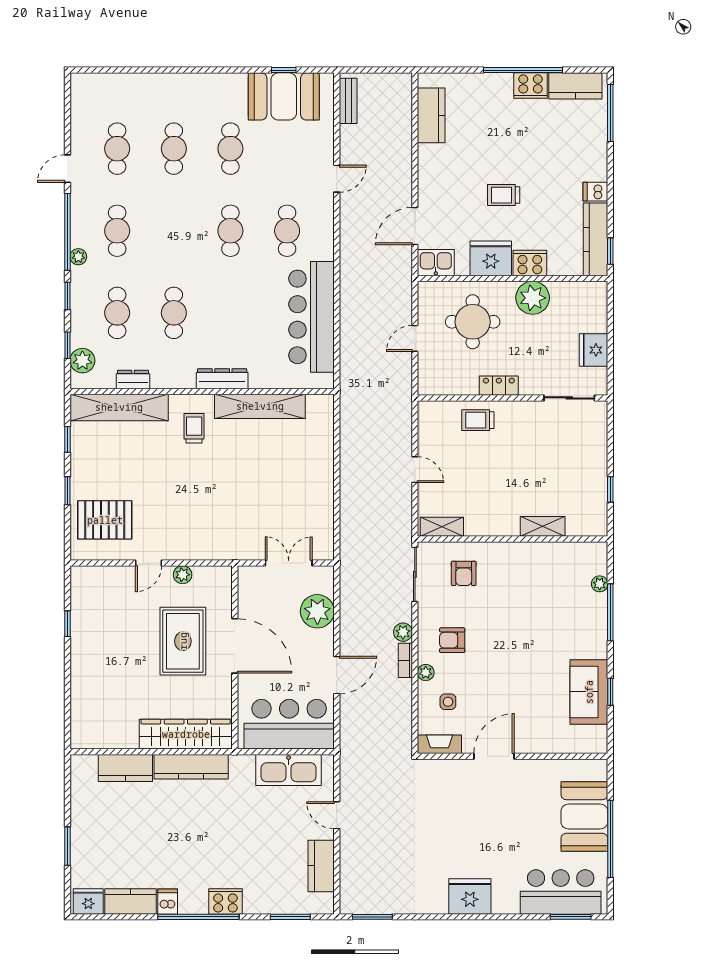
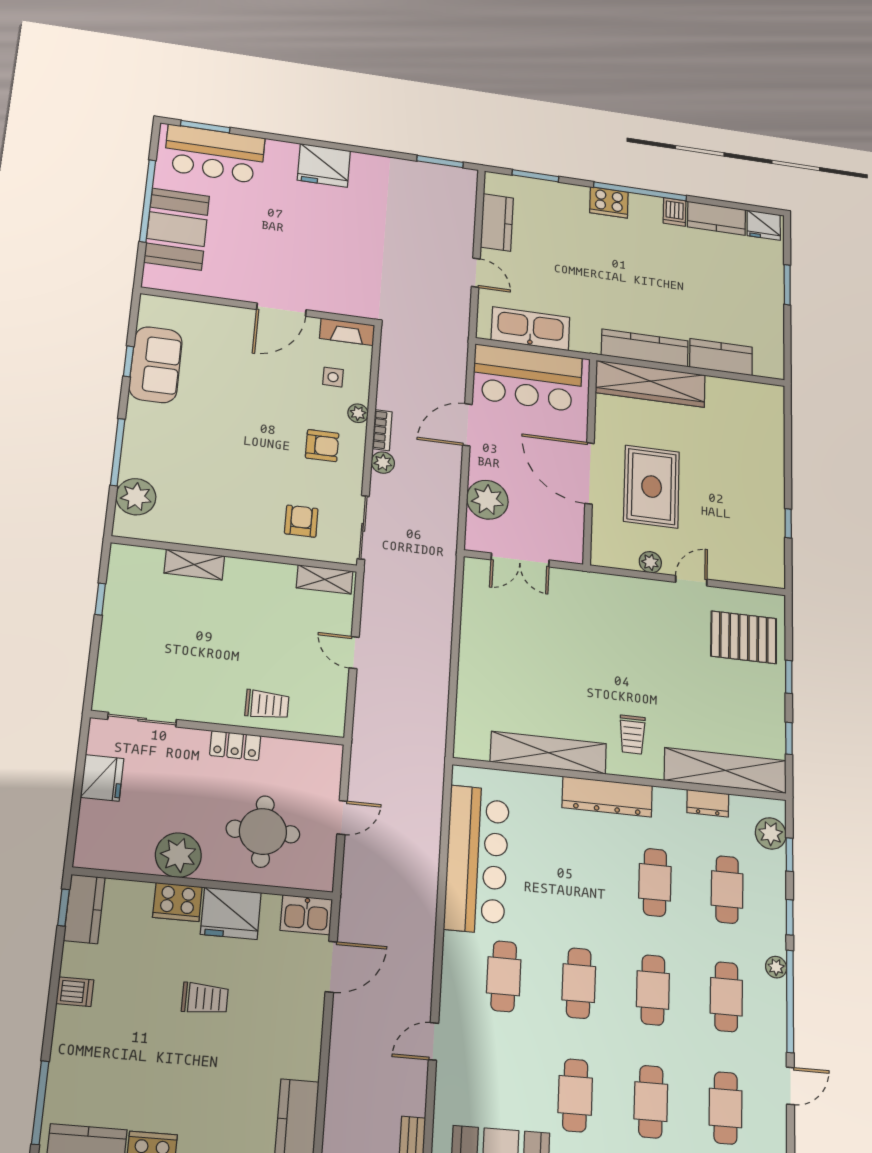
cafe table: (174, 231) -> (653, 990), added
kitchen counter: (596, 239) -> (84, 909), width x0.67
dresser: (222, 379) -> (607, 797), width x1.37, depth x1.24
plant: (600, 584) -> (136, 497), width x1.88, depth x1.88

